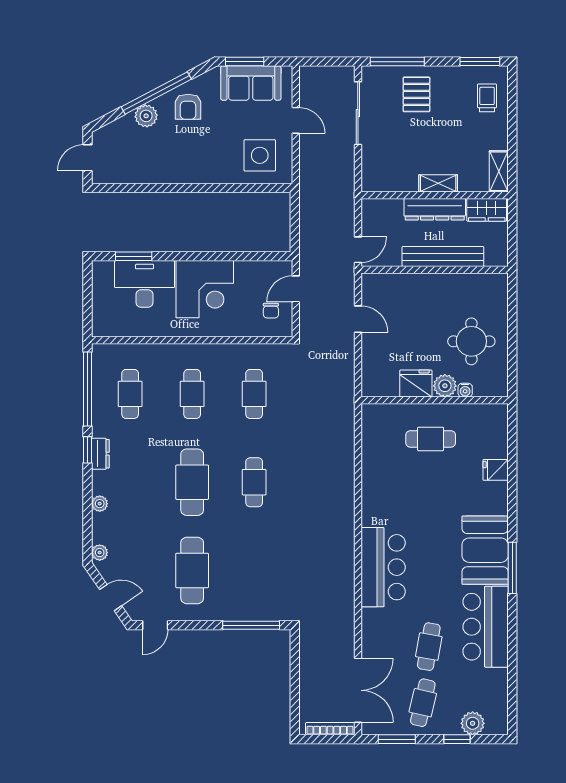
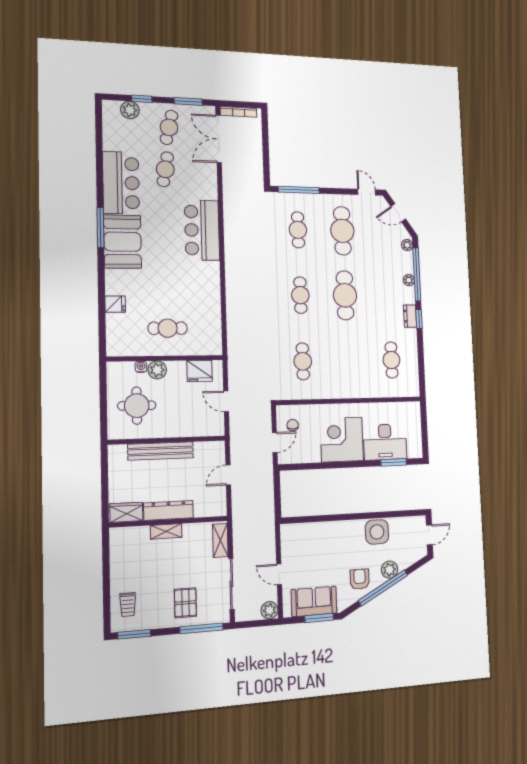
plant: (310, 77) -> (270, 610), added
side table: (260, 155) -> (377, 532), moved
shelving: (499, 171) -> (220, 540), moved
bench: (443, 257) -> (161, 451), moved
wall: (435, 270) -> (167, 440), moved
door: (358, 319) -> (226, 401), moved
fridge: (416, 384) -> (200, 371), moved
window: (88, 389) -> (417, 274), moved
cafe table: (192, 394) -> (298, 230), moved
door: (155, 625) -> (367, 192), hinge flipped

